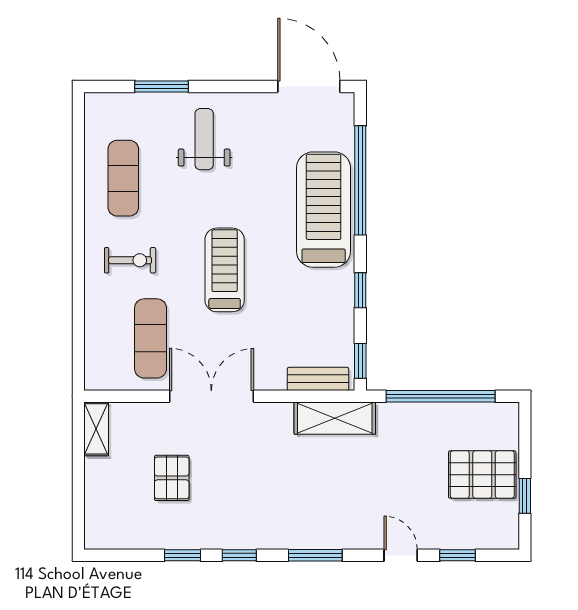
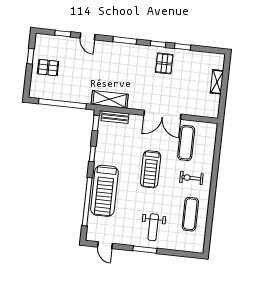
window: (162, 86) -> (145, 250), moved
door: (309, 86) -> (105, 245), width x0.53
shelving: (96, 429) -> (217, 82), moved
pallet: (482, 475) -> (48, 68), width x0.67, depth x0.71
pallet: (172, 478) -> (164, 63), moved

